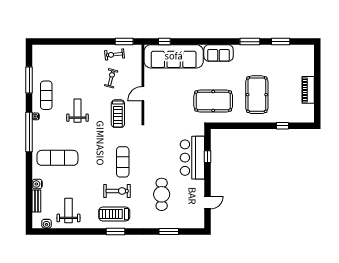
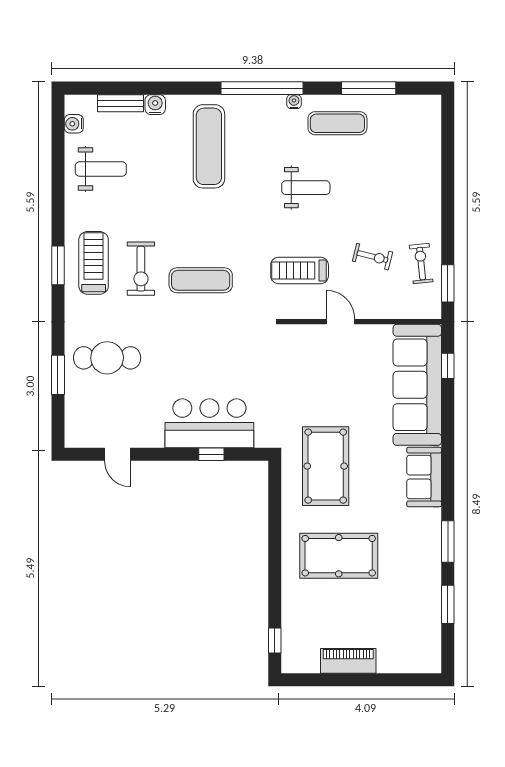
window: (282, 126) -> (275, 640), moved
cafe table: (162, 194) -> (107, 358), moved

